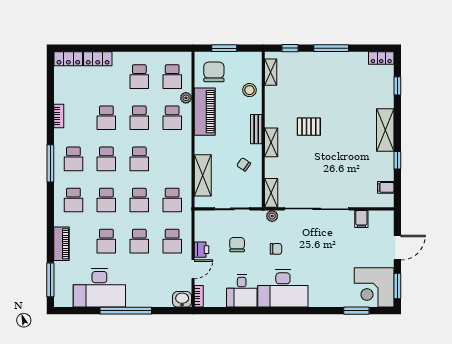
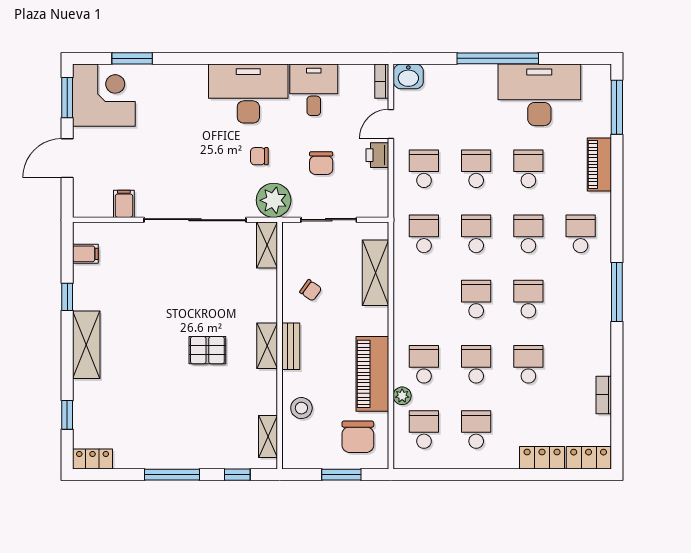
bookcase: (59, 116) -> (604, 395), moved
shelving: (271, 142) -> (267, 346), moved
school desk: (73, 159) -> (581, 299), removed
plant: (272, 216) -> (274, 200), width x1.88, depth x1.88

